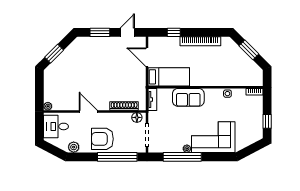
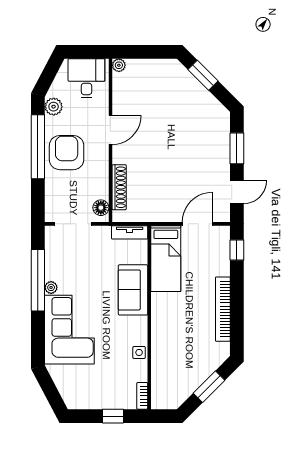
door: (127, 32) -> (237, 192), hinge flipped
window: (174, 32) -> (237, 250), moved
window: (267, 121) -> (113, 416), moved
window: (117, 157) -> (38, 147), moved

